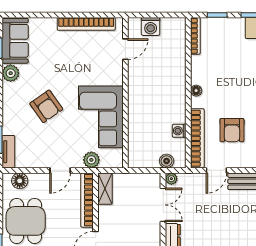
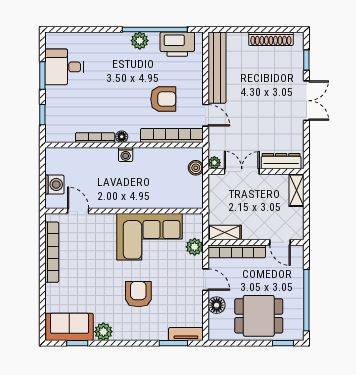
bookcase: (195, 36) -> (95, 138), moved
armchair: (46, 106) -> (138, 294), turned -55
washing machine: (179, 131) -> (126, 155), moved
floor lamp: (20, 181) -> (217, 305), moved

